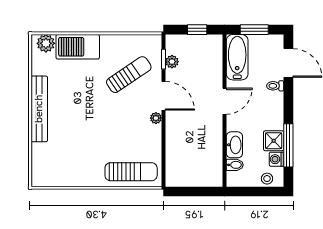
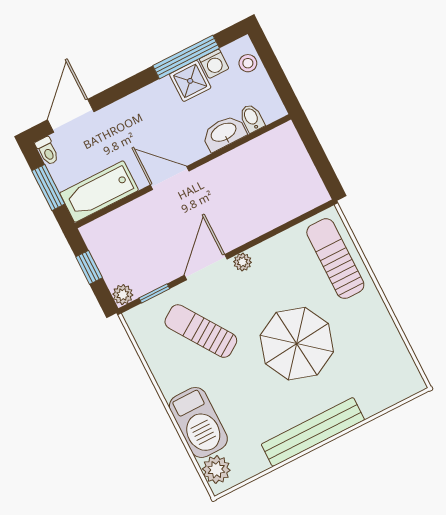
plant: (172, 62) -> (123, 295), moved
toilet: (275, 86) -> (47, 151), moved
parasol: (94, 125) -> (297, 344), added

